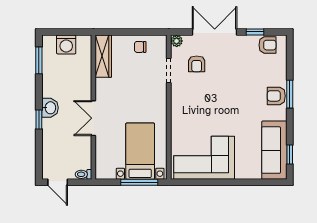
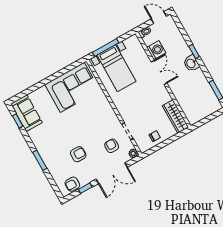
washing machine: (66, 44) -> (156, 50), moved, turned 90
armchair: (276, 96) -> (78, 154), moved
sofa: (274, 150) -> (26, 113), width x0.73

